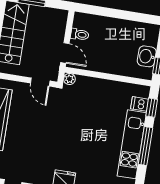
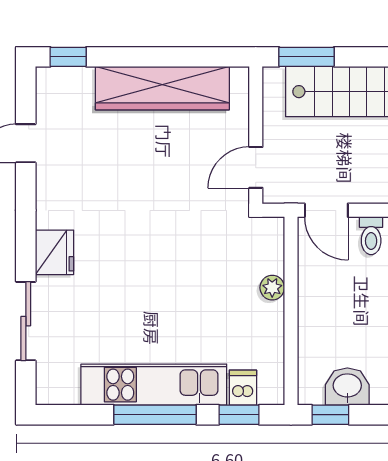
door: (65, 53) -> (326, 210), hinge flipped
plant: (69, 79) -> (272, 288), moved

